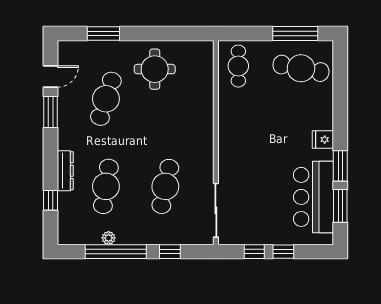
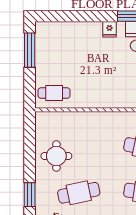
cafe table: (301, 68) -> (56, 46), removed
cafe table: (106, 99) -> (79, 193), turned -30

